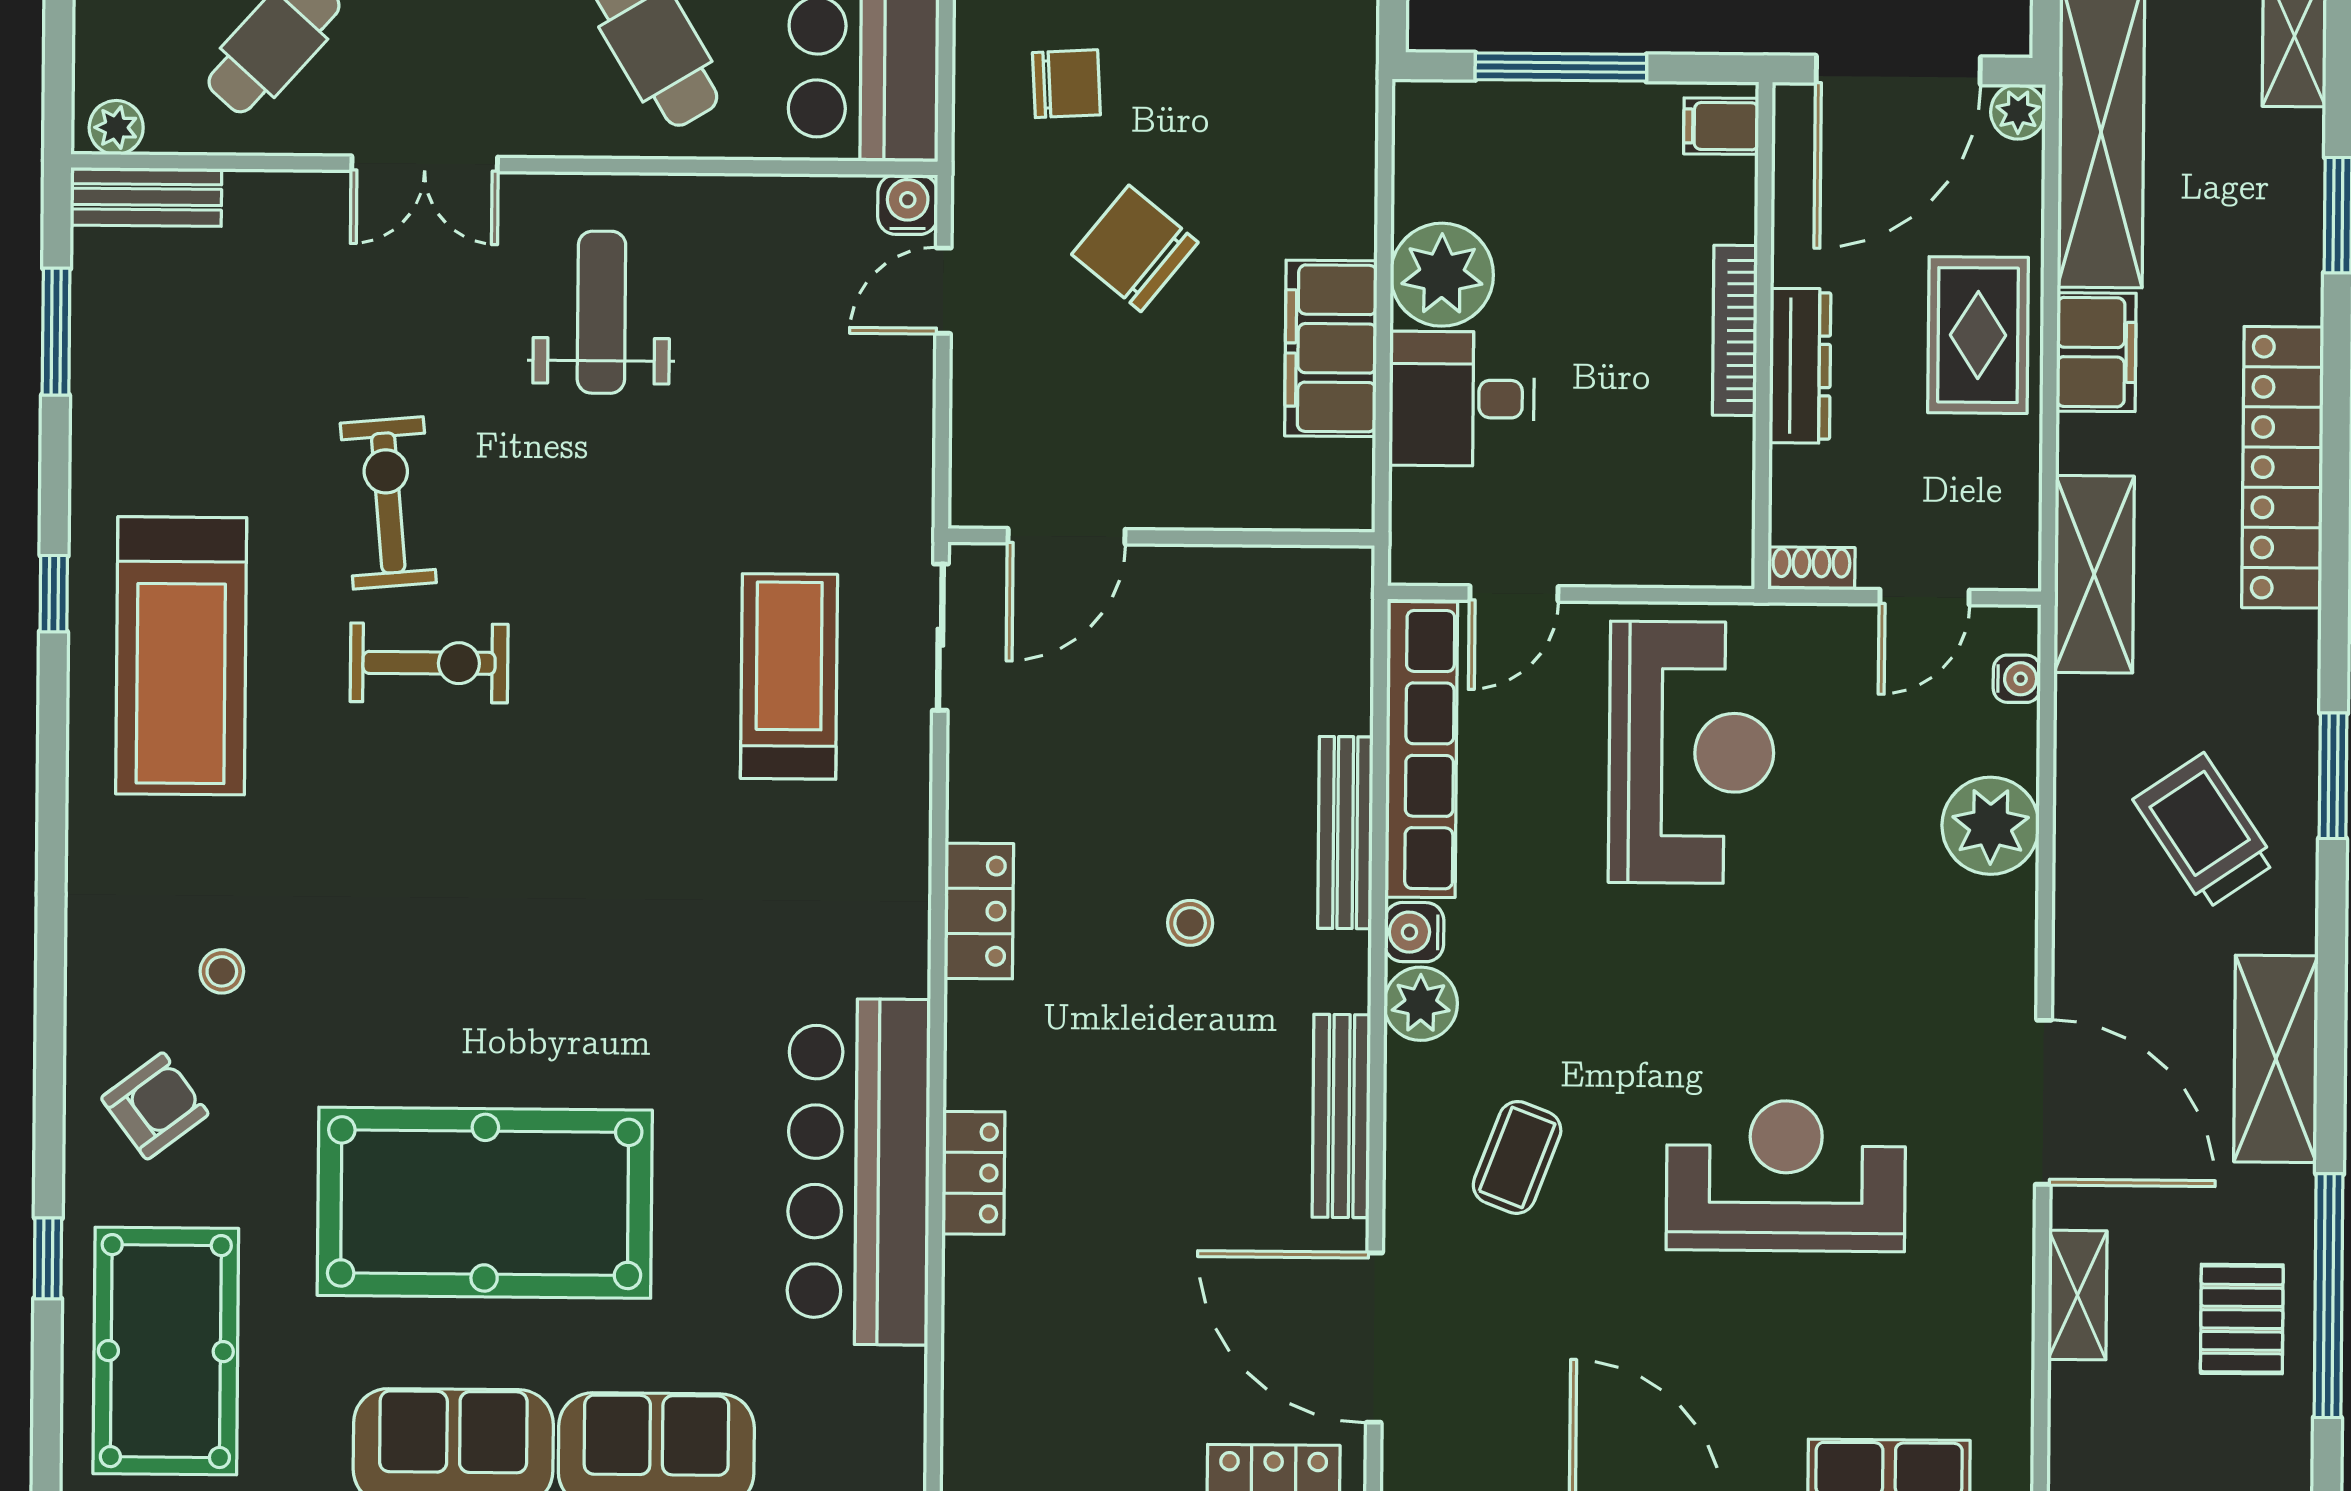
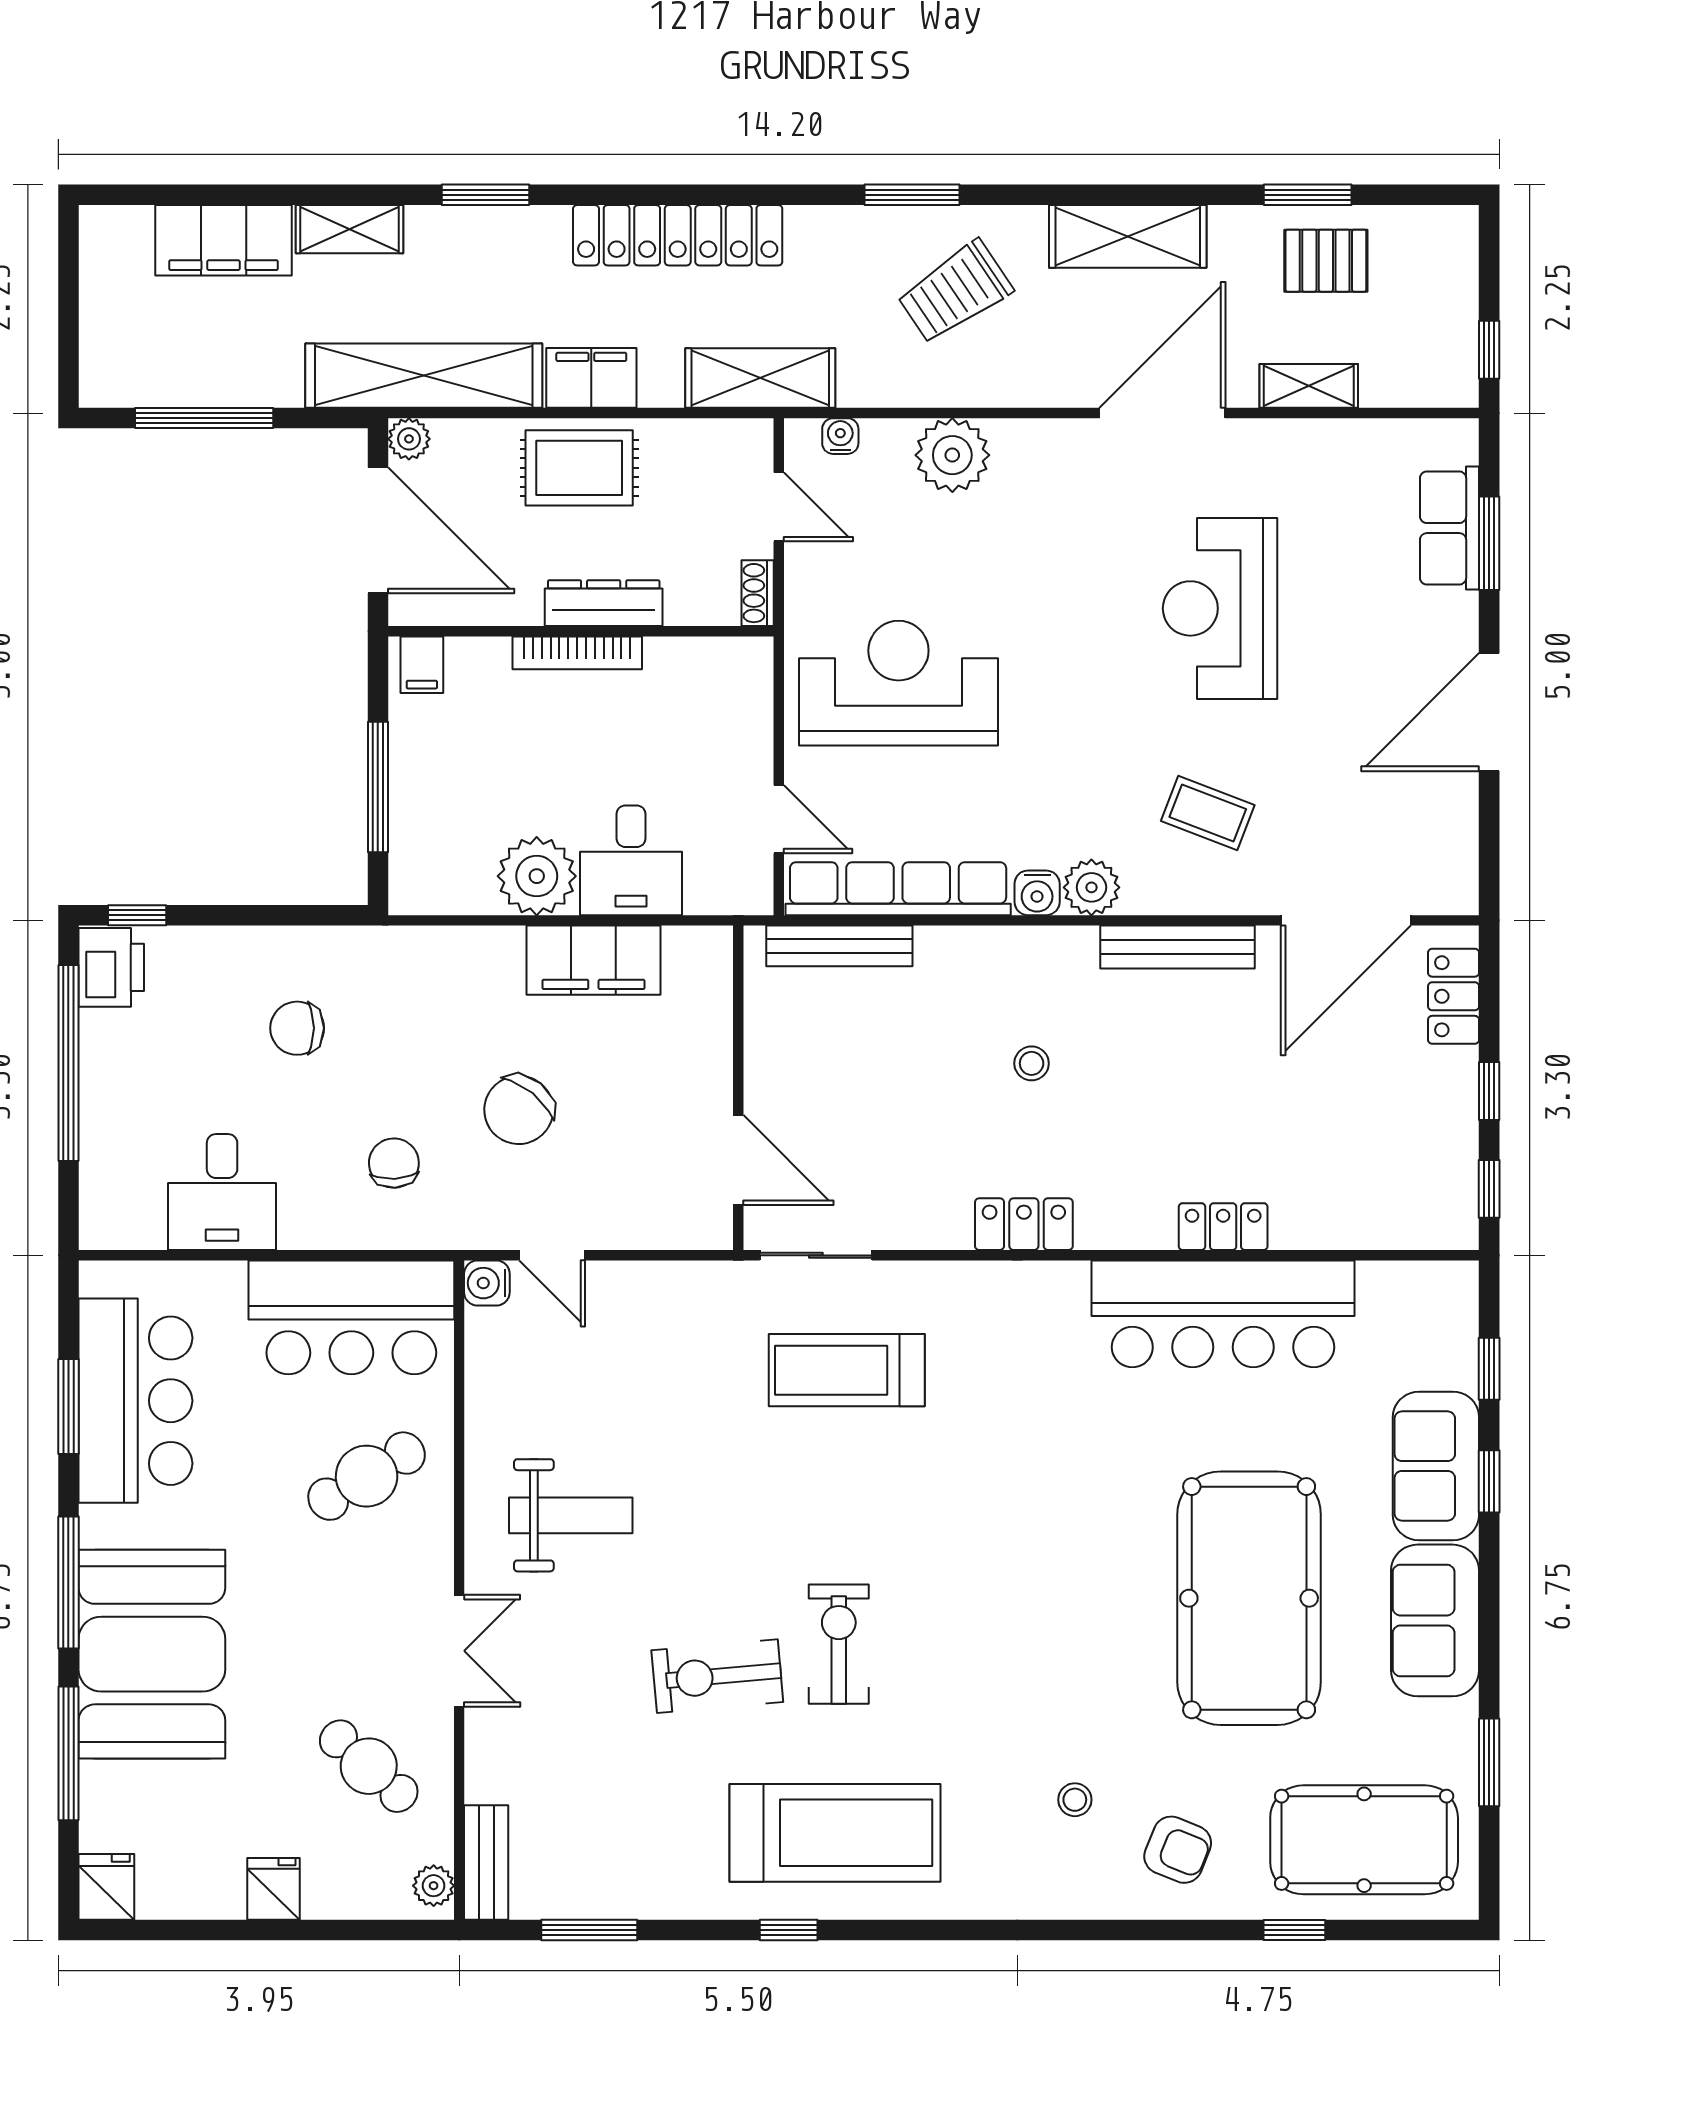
weight bench: (601, 312) -> (571, 1515), turned 180
bench: (1345, 833) -> (839, 946), moved
armchair: (155, 1106) -> (1178, 1850), turned 149
window: (2329, 1296) -> (1308, 195), width x0.47

